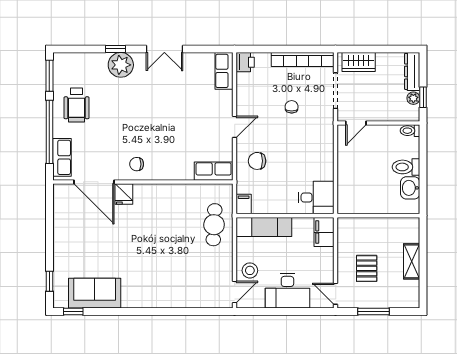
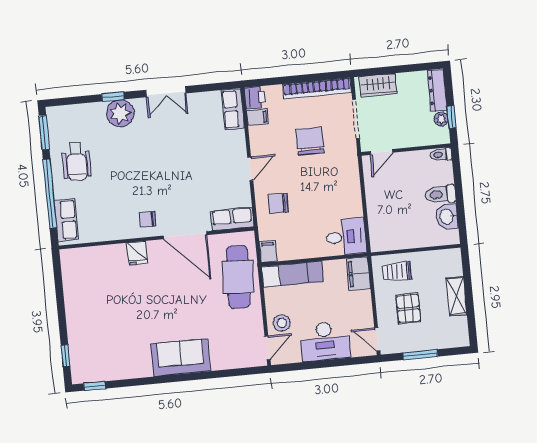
filing cabinet: (246, 80) -> (258, 117), added
chair: (292, 107) -> (310, 141), width x1.87, depth x1.87
door: (94, 182) -> (185, 235), moved
cafe table: (214, 225) -> (238, 277), width x1.37, depth x1.35
trolley: (359, 234) -> (397, 272), added
sofa: (95, 293) -> (181, 357), moved

